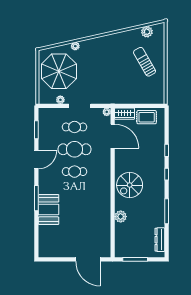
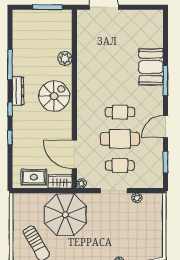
parasol: (59, 71) -> (65, 215), moved
dresser: (160, 240) -> (18, 91), moved

